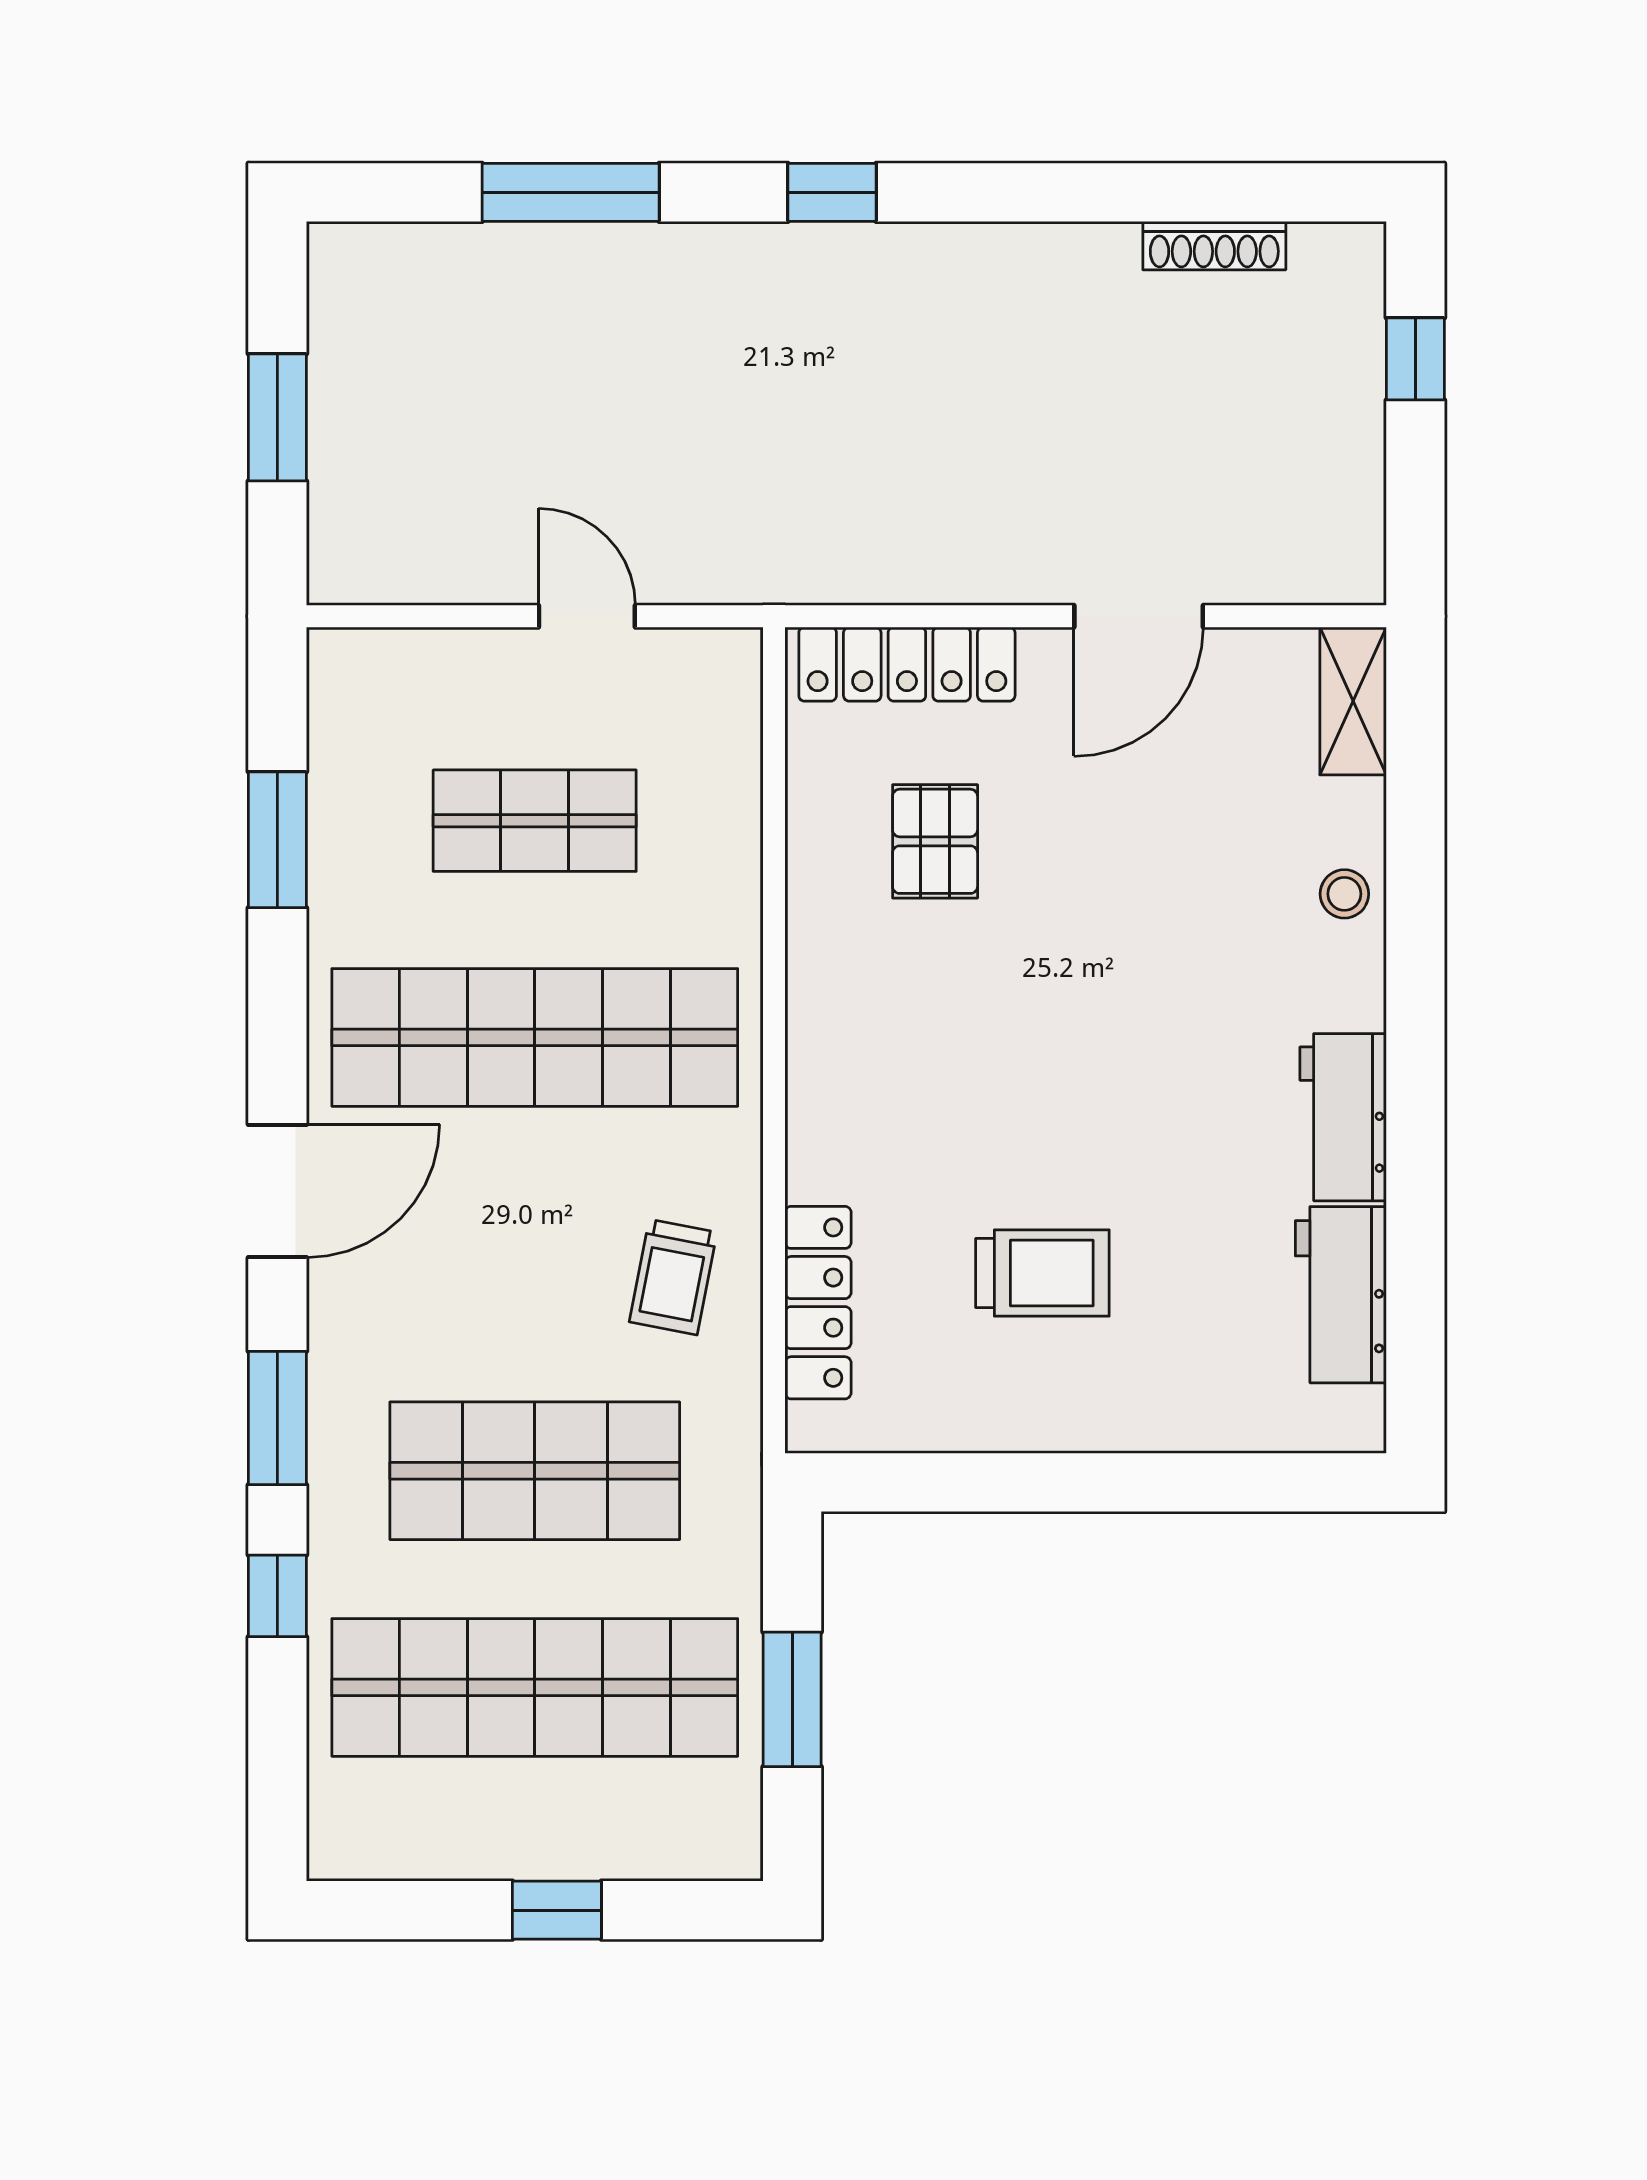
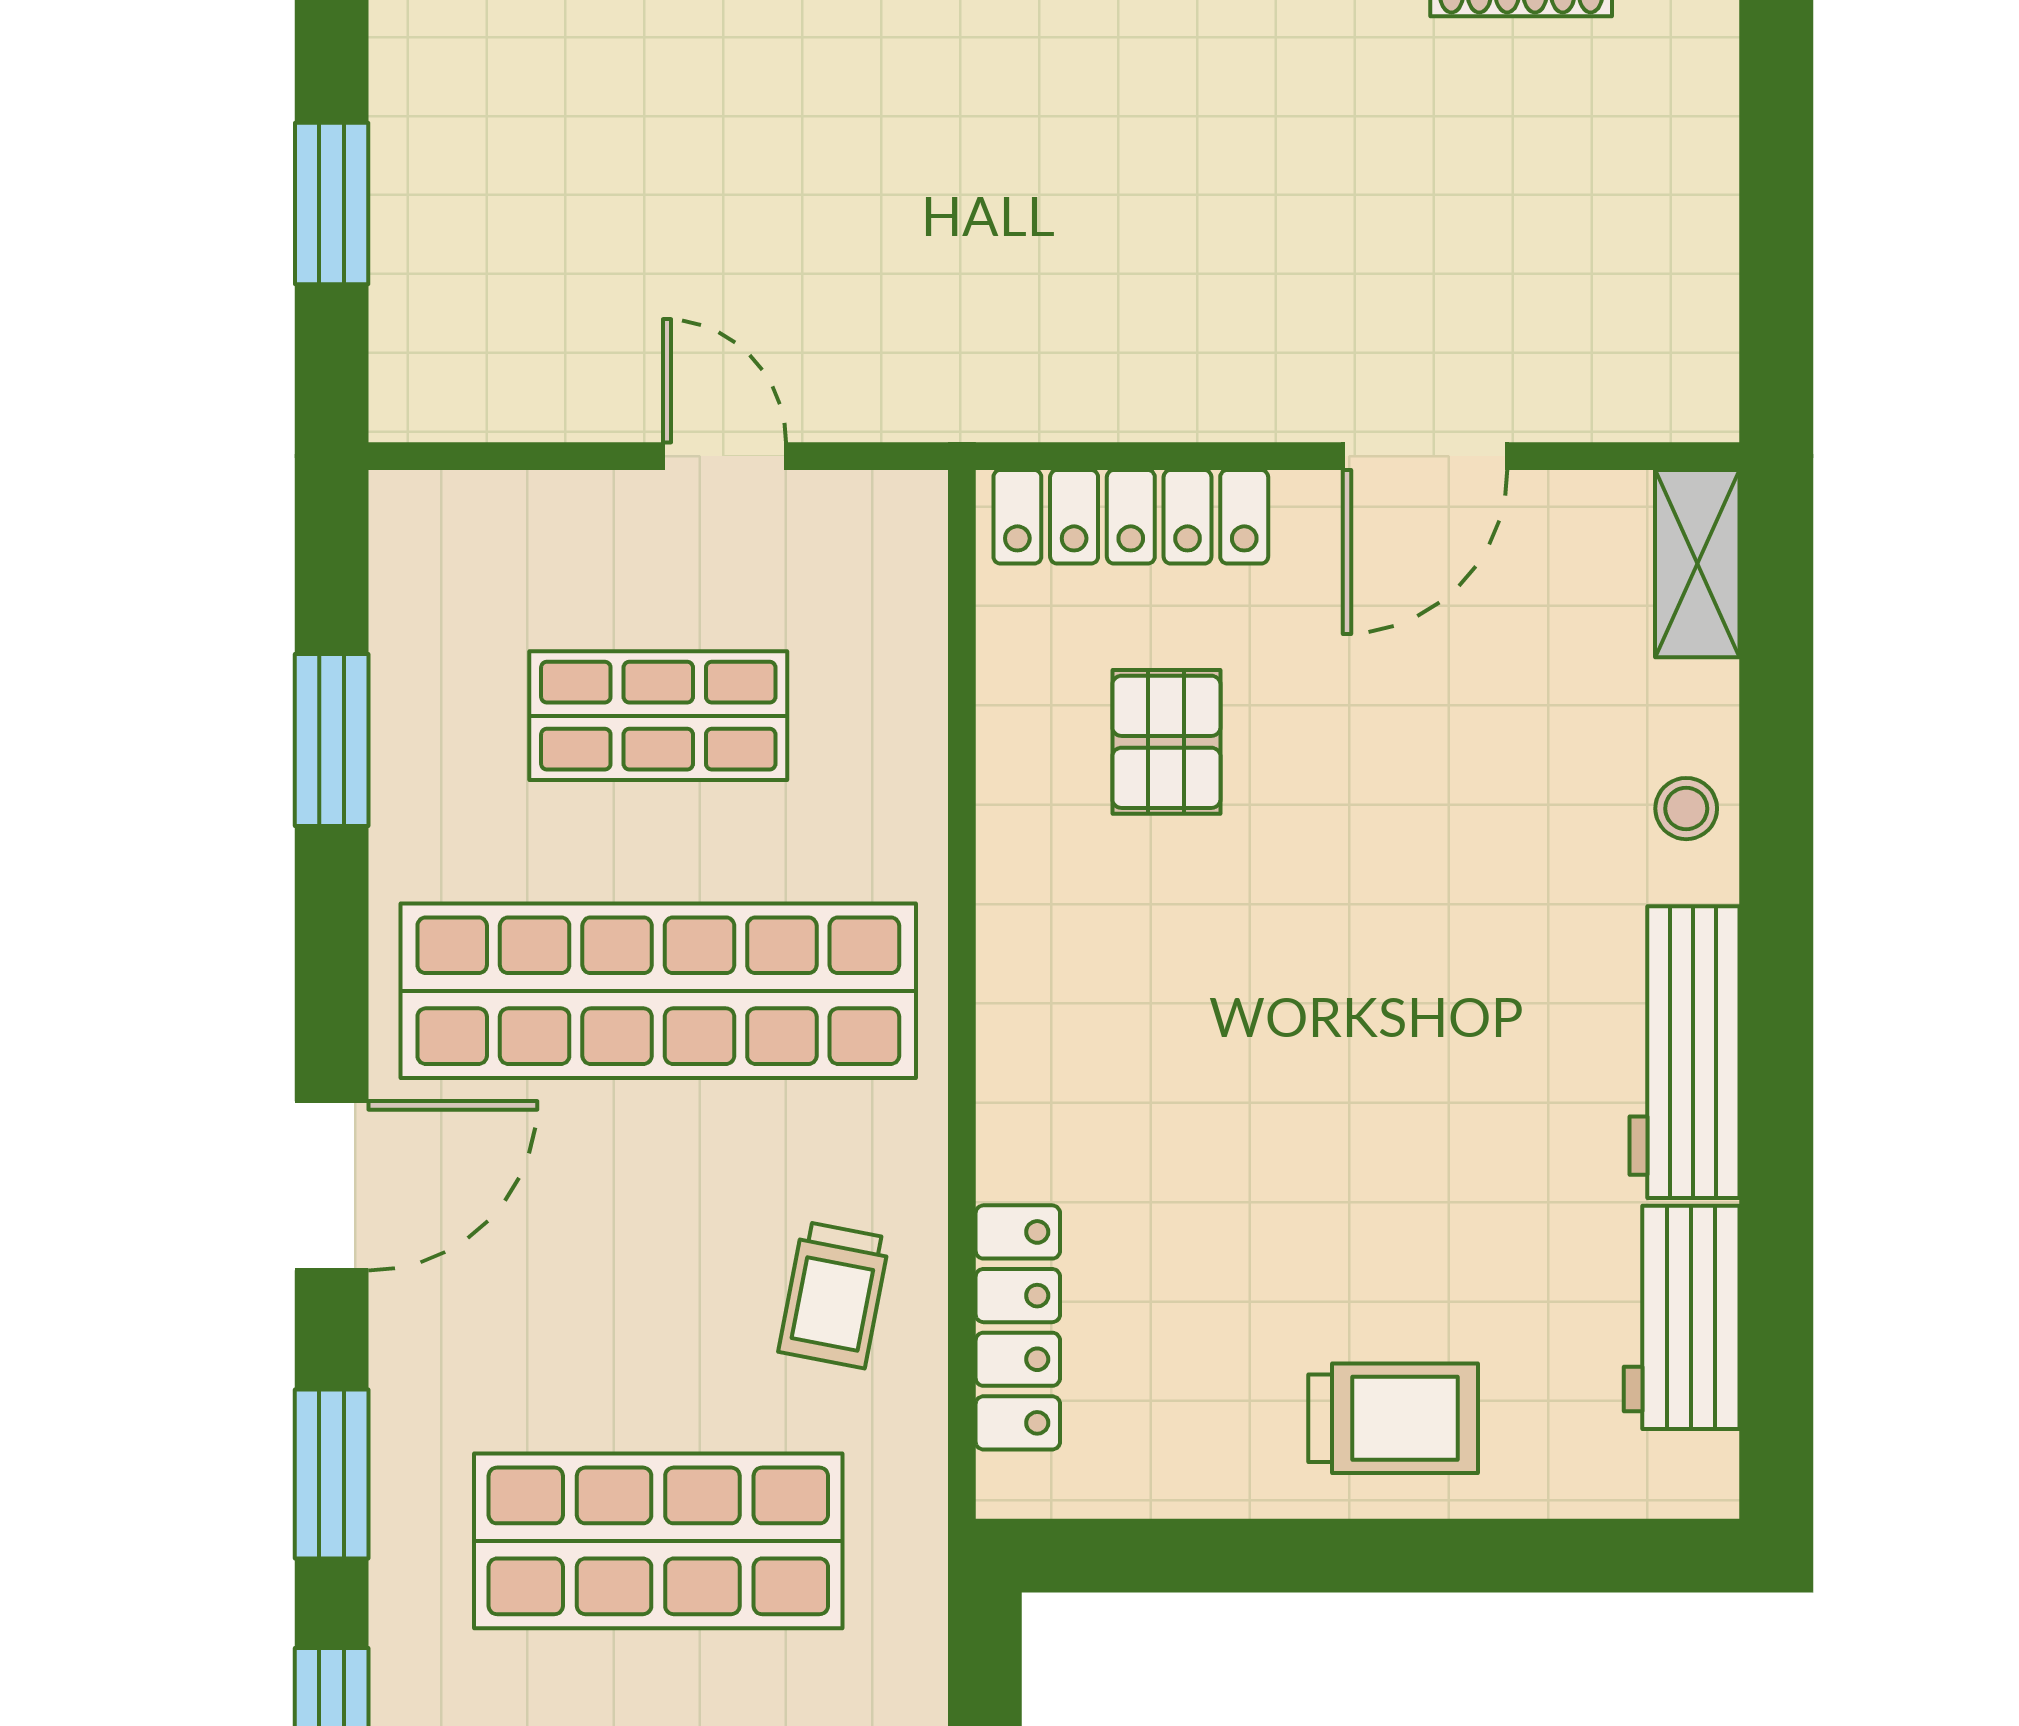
window: (1415, 359) -> (1776, 129), removed
workbench: (1343, 1117) -> (1685, 1052), width x1.38
trolley: (1042, 1273) -> (1393, 1418), moved

